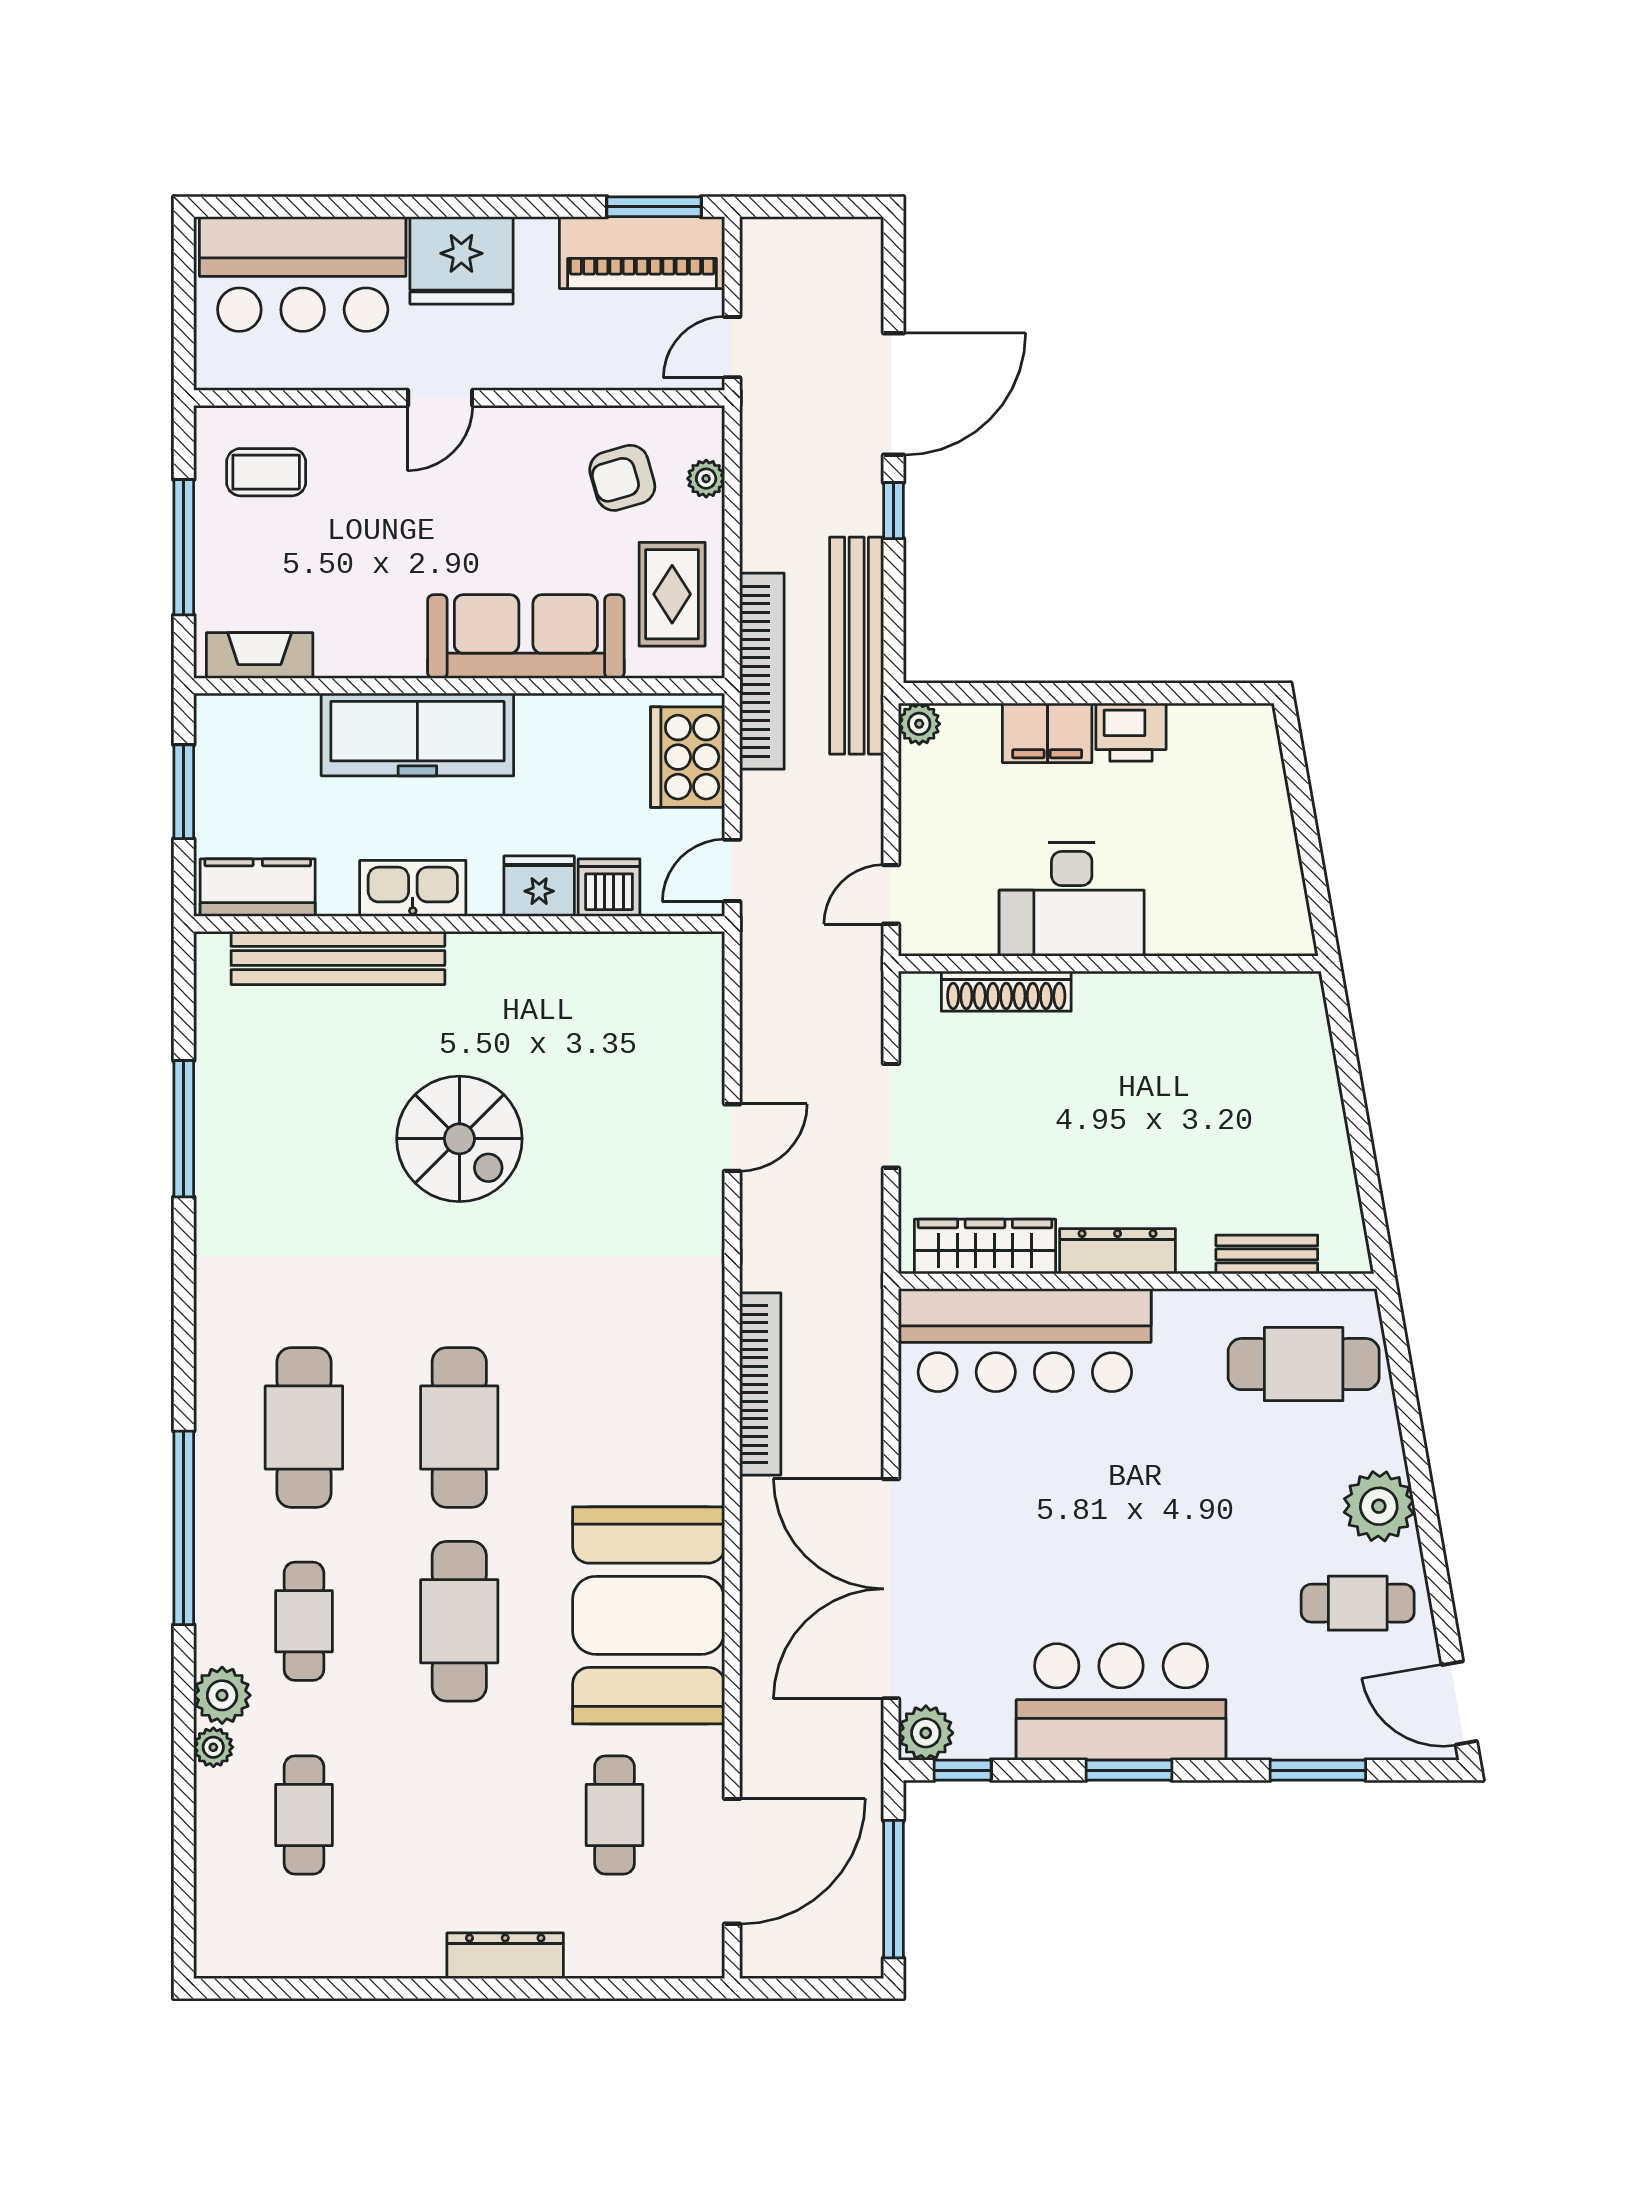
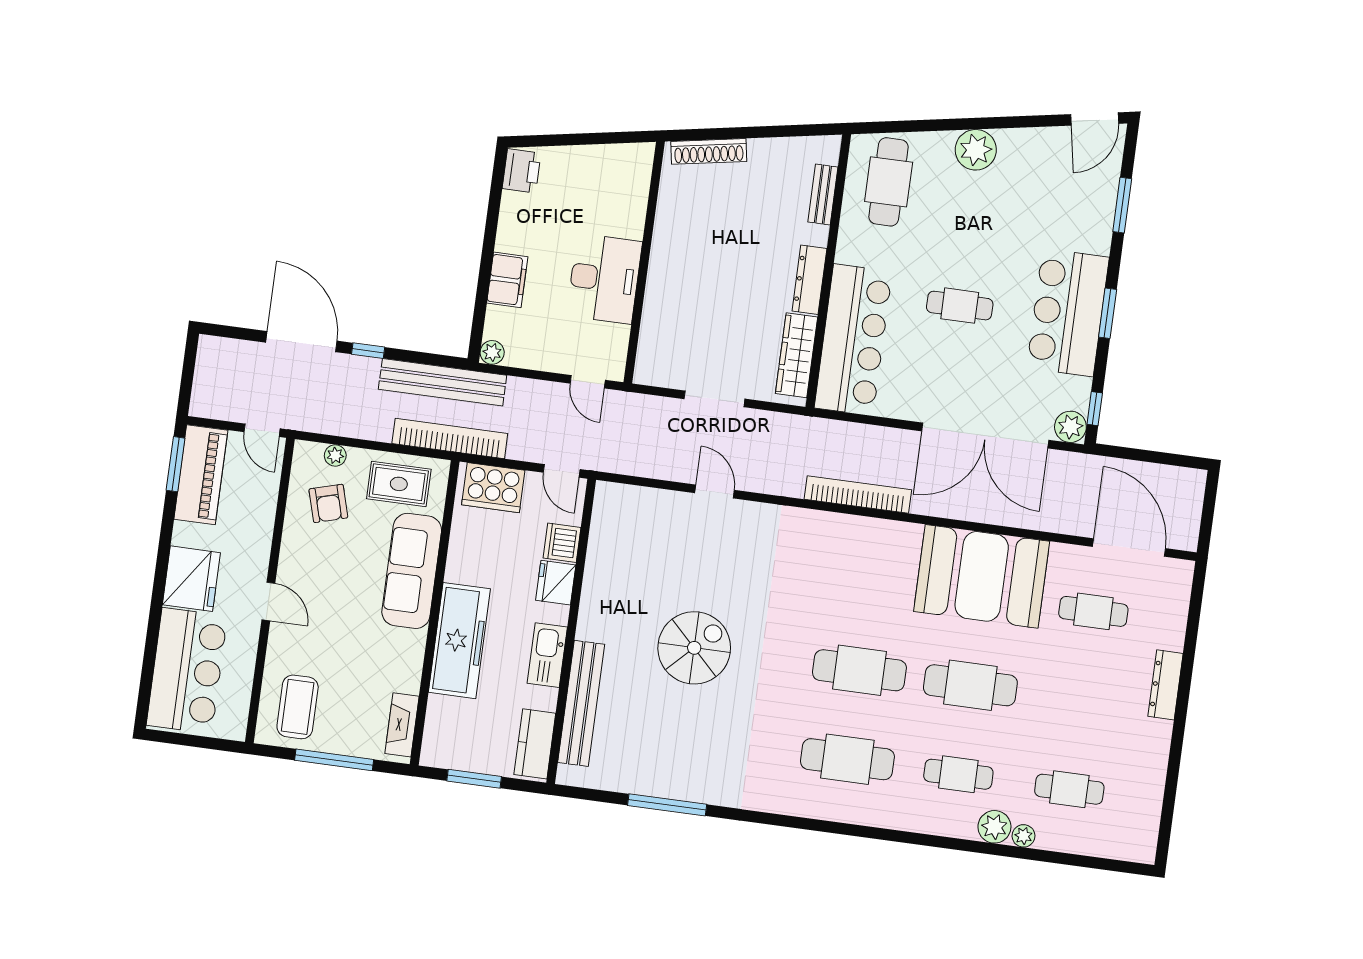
coffee table: (266, 472) -> (298, 707), width x1.36, depth x1.30
printer: (1131, 732) -> (522, 171), moved
shoe rack: (1006, 991) -> (709, 151), moved, turned 80
window: (184, 1528) -> (896, 836), removed
cafe table: (1358, 1603) -> (960, 306), moved, turned 90
window: (893, 1889) -> (1157, 457), removed

